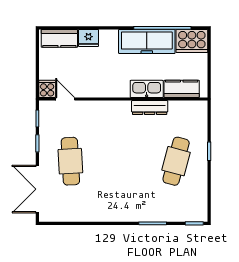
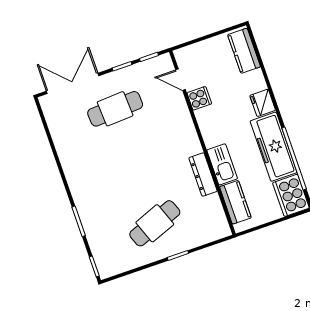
fridge: (88, 38) -> (263, 103), moved
cooker: (47, 89) -> (199, 98), moved
door: (65, 99) -> (181, 80), swing flipped
cafe table: (176, 161) -> (155, 223), turned -36

